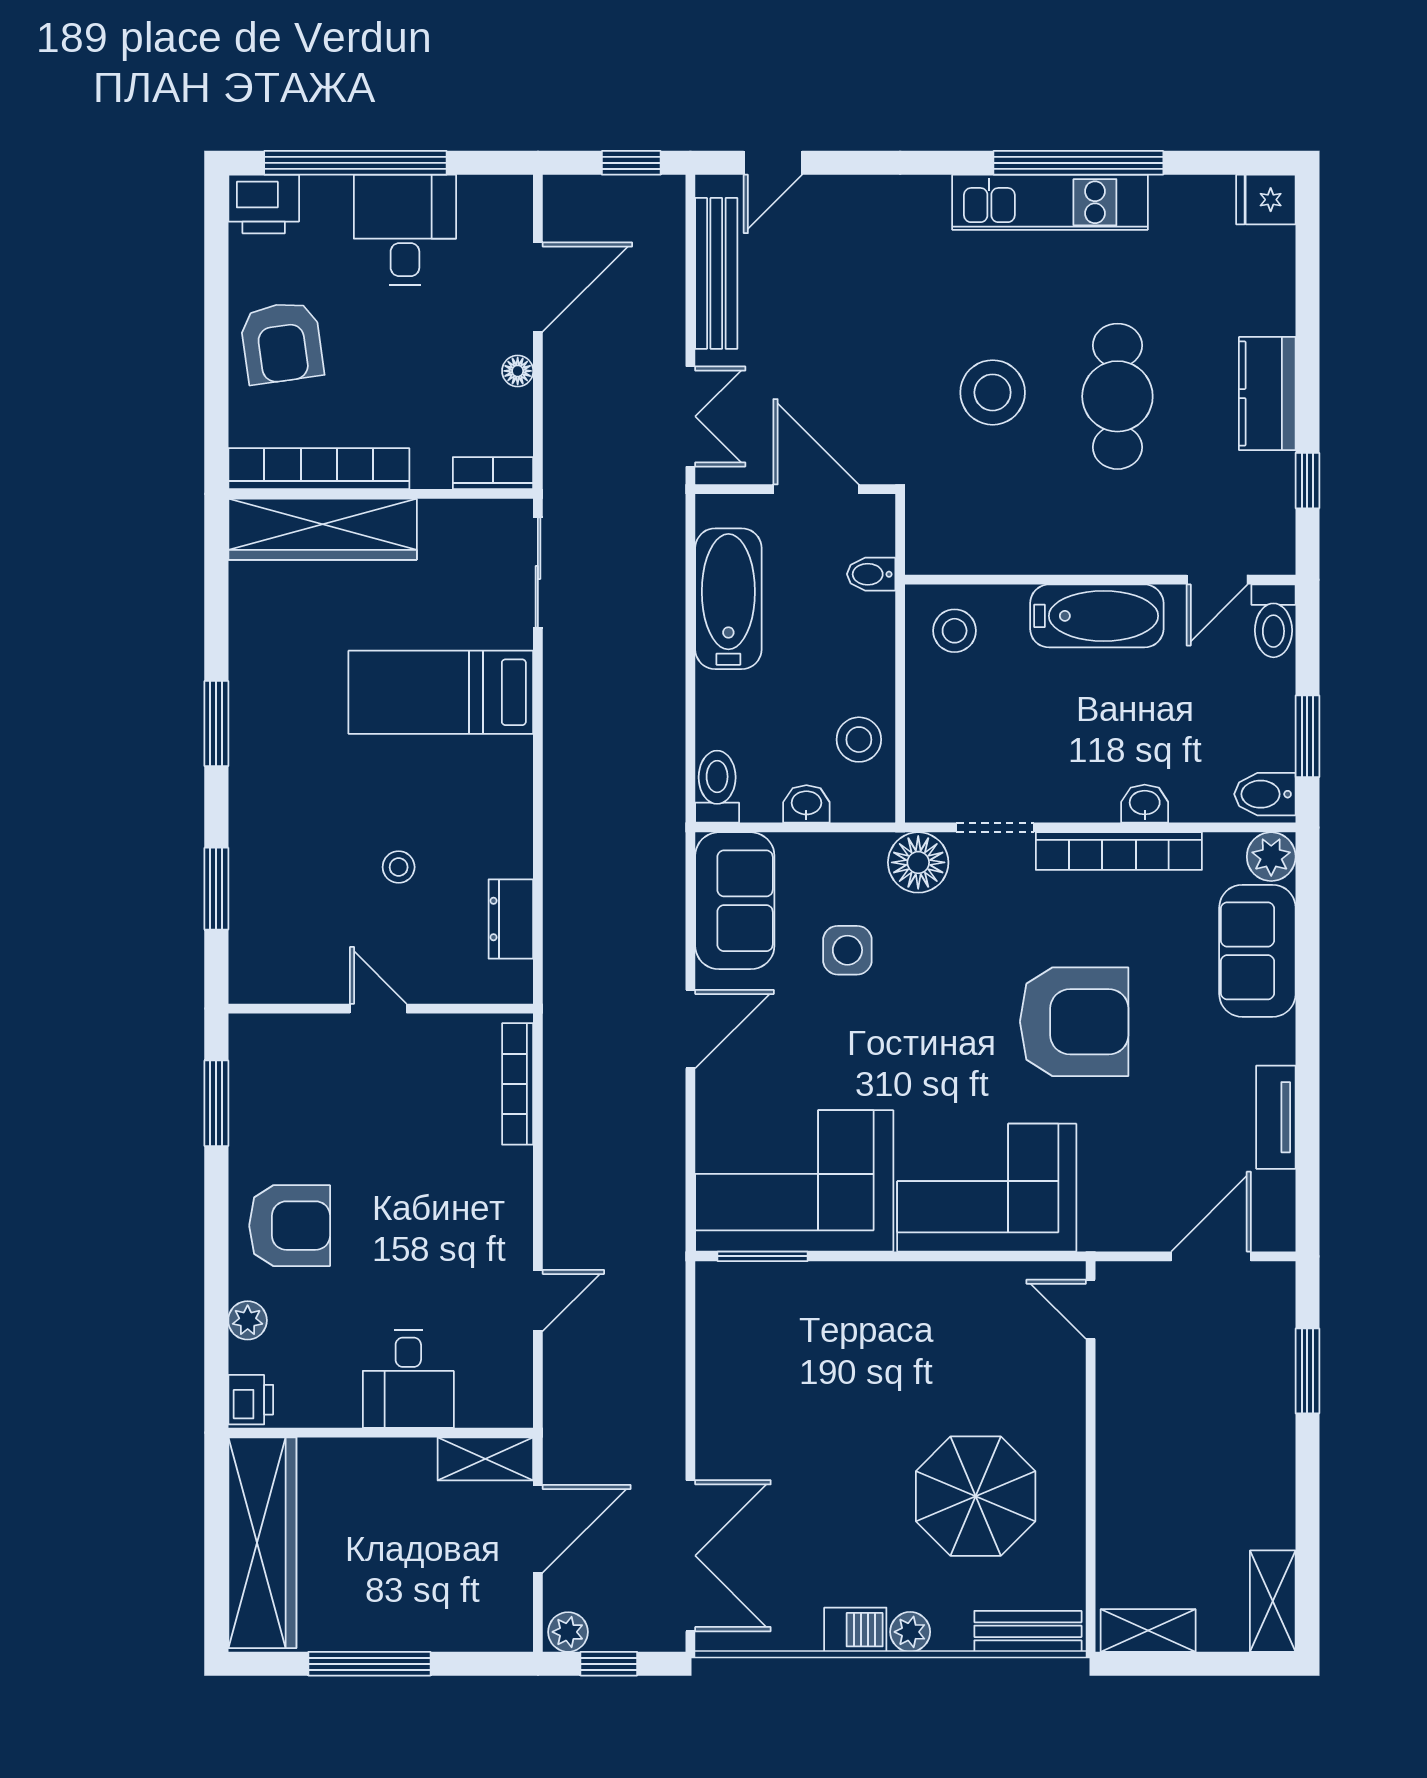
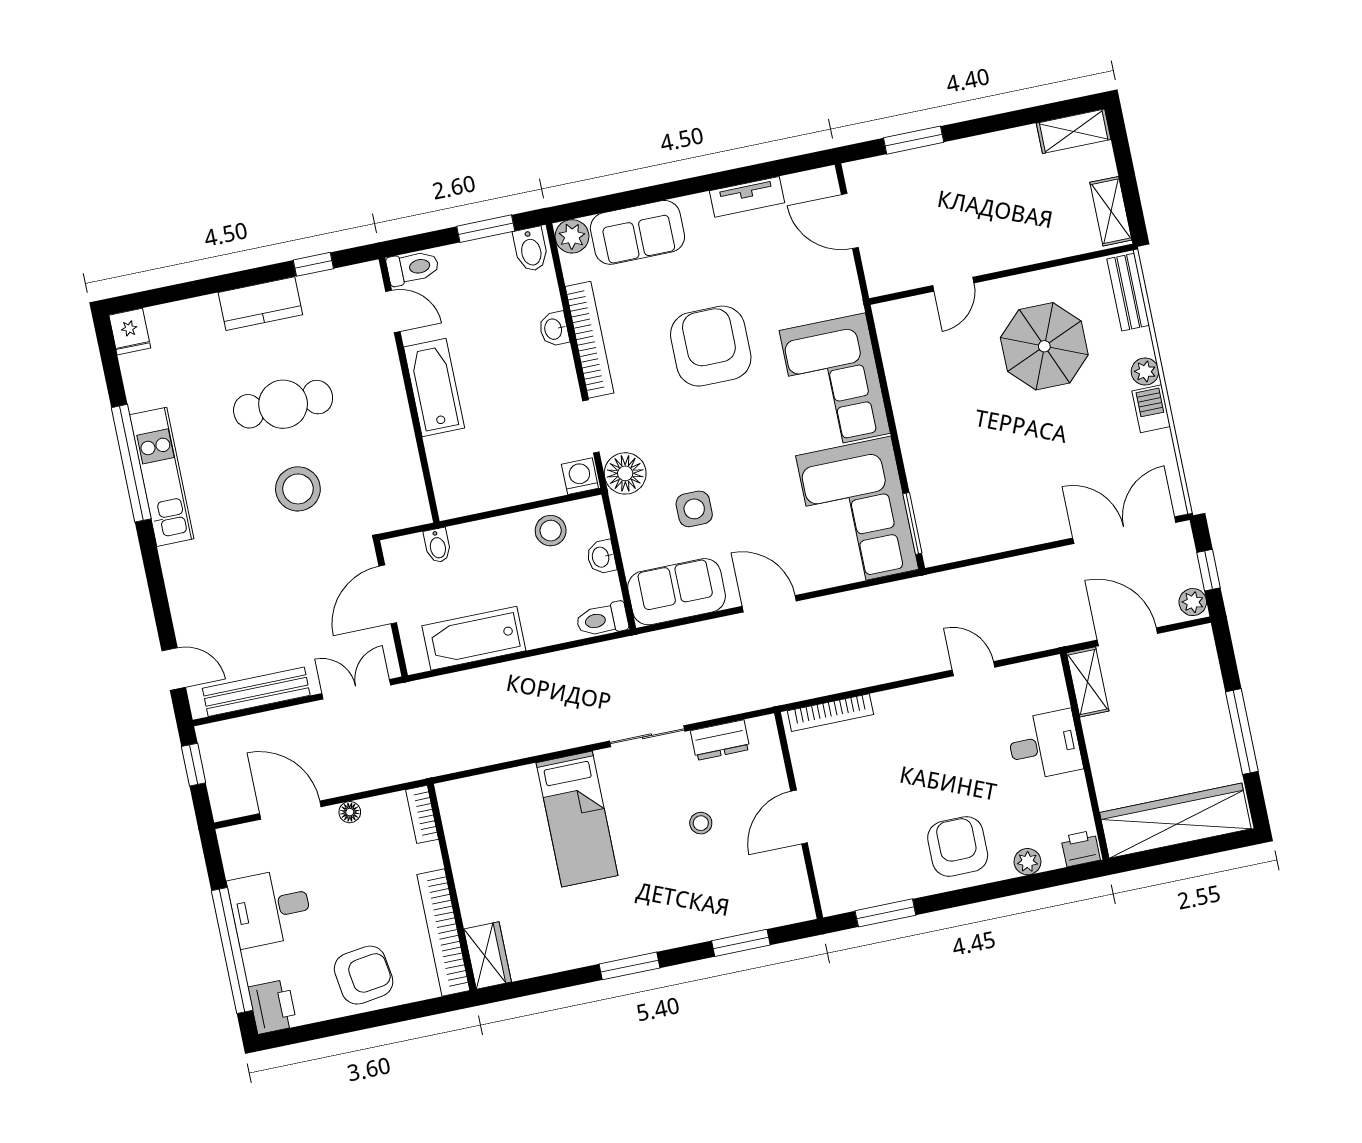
wardrobe: (323, 529) -> (488, 955), width x0.48, depth x0.85
sliding door: (538, 573) -> (647, 736), moved
stool: (955, 631) -> (464, 481), removed
washing machine: (928, 797) -> (580, 476), added
door: (378, 1009) -> (799, 817), width x1.38
door: (1091, 1309) -> (953, 284), moved

